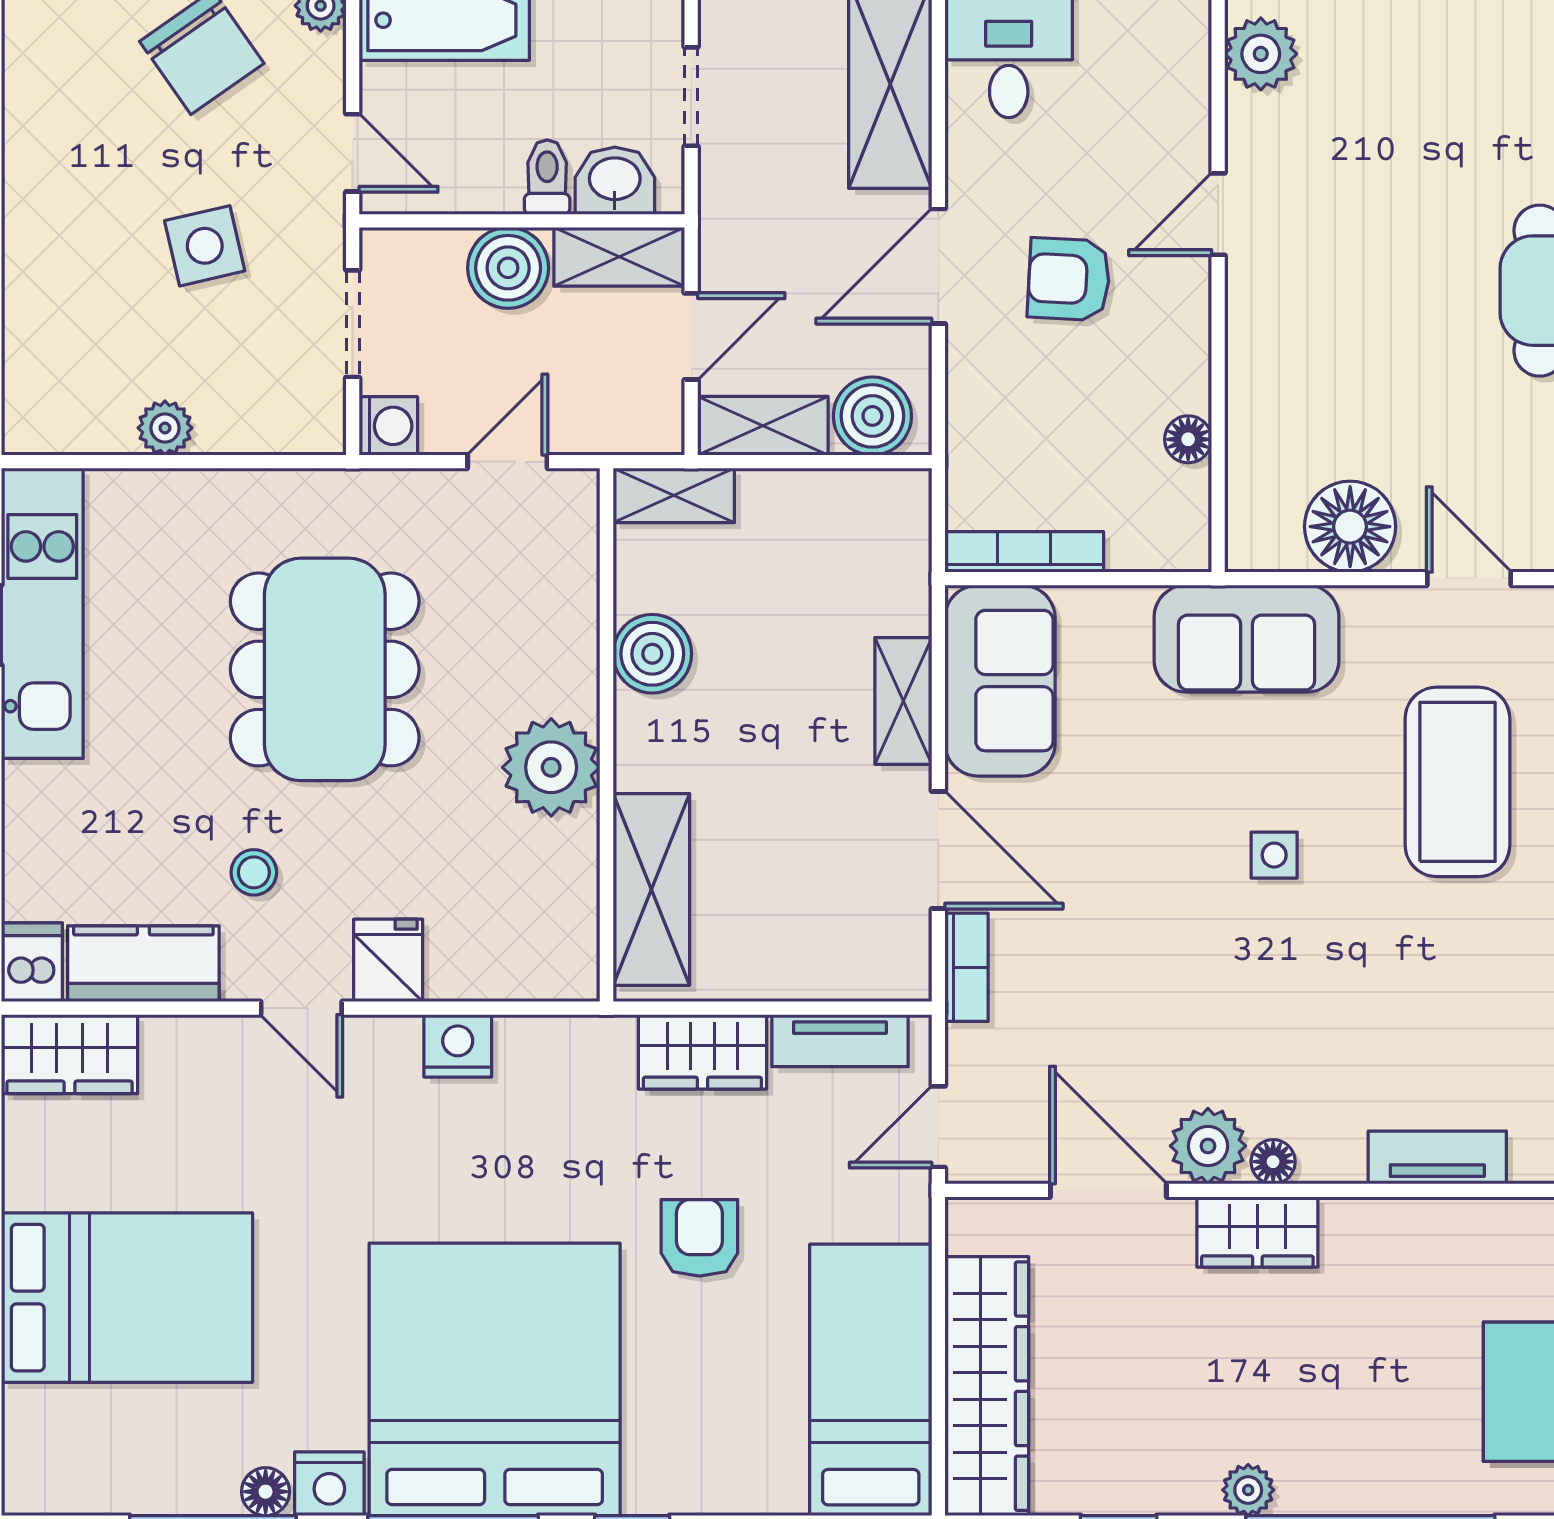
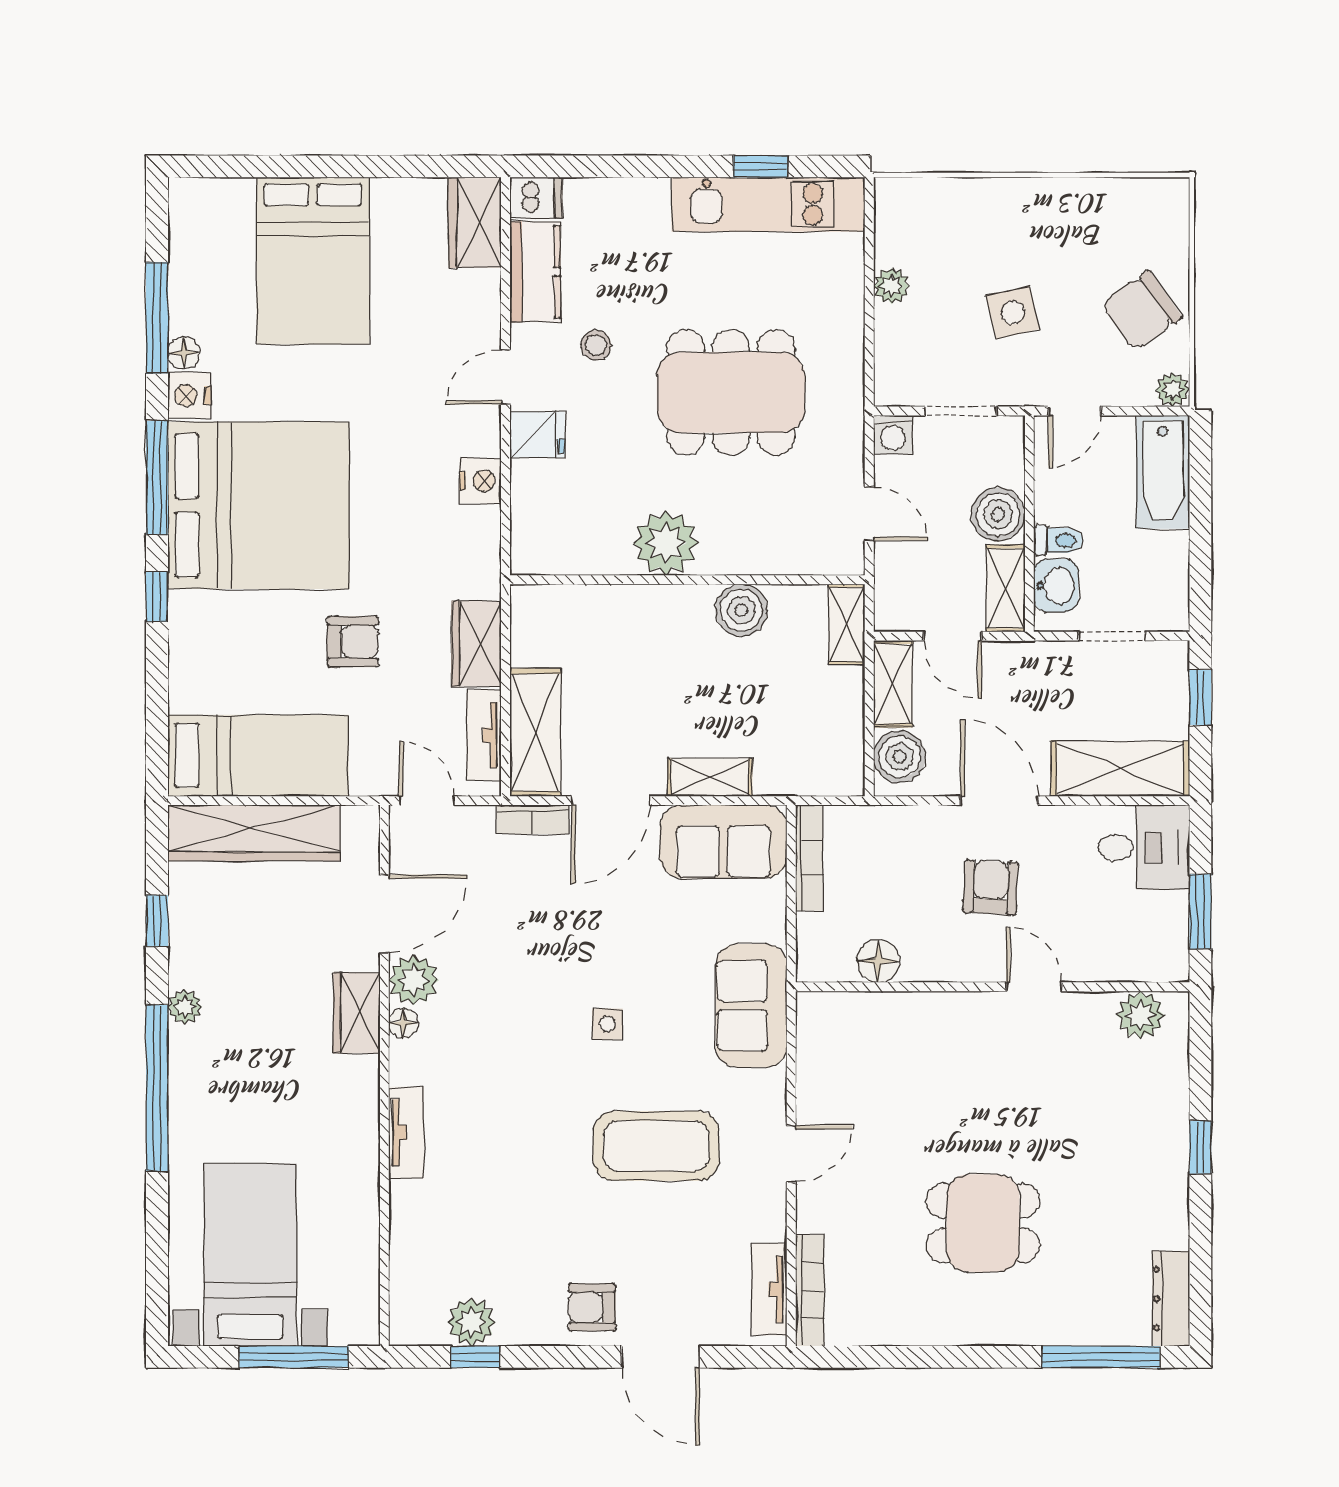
floor lamp: (1188, 439) -> (878, 961), width x1.37, depth x1.37
floor lamp: (1350, 527) -> (826, 1075), removed
shelving: (651, 889) -> (535, 732), moved, turned 90

